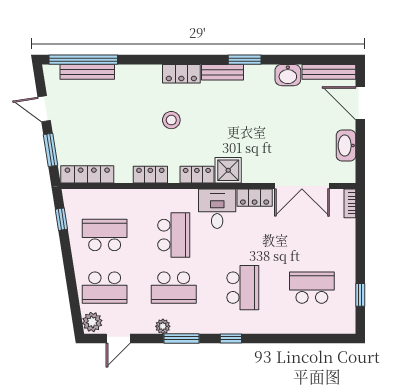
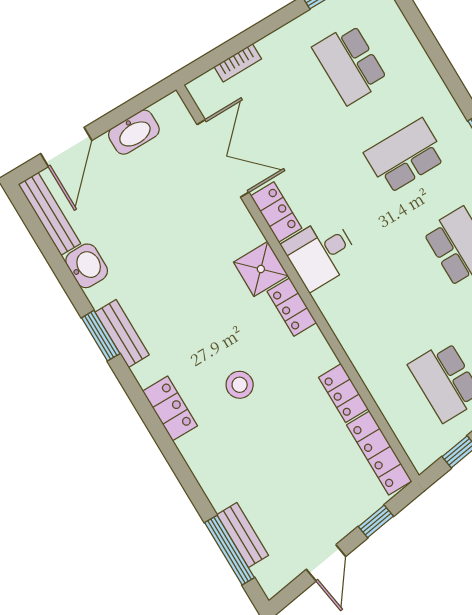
window: (83, 60) -> (230, 550), width x0.68
bench: (87, 72) -> (243, 535), width x0.73
bench: (222, 72) -> (122, 333), moved
window: (51, 150) -> (376, 521), width x0.67
locker: (150, 175) -> (343, 393), moved
bookcase: (350, 203) -> (238, 63), moved
school desk: (174, 235) -> (391, 290), removed

